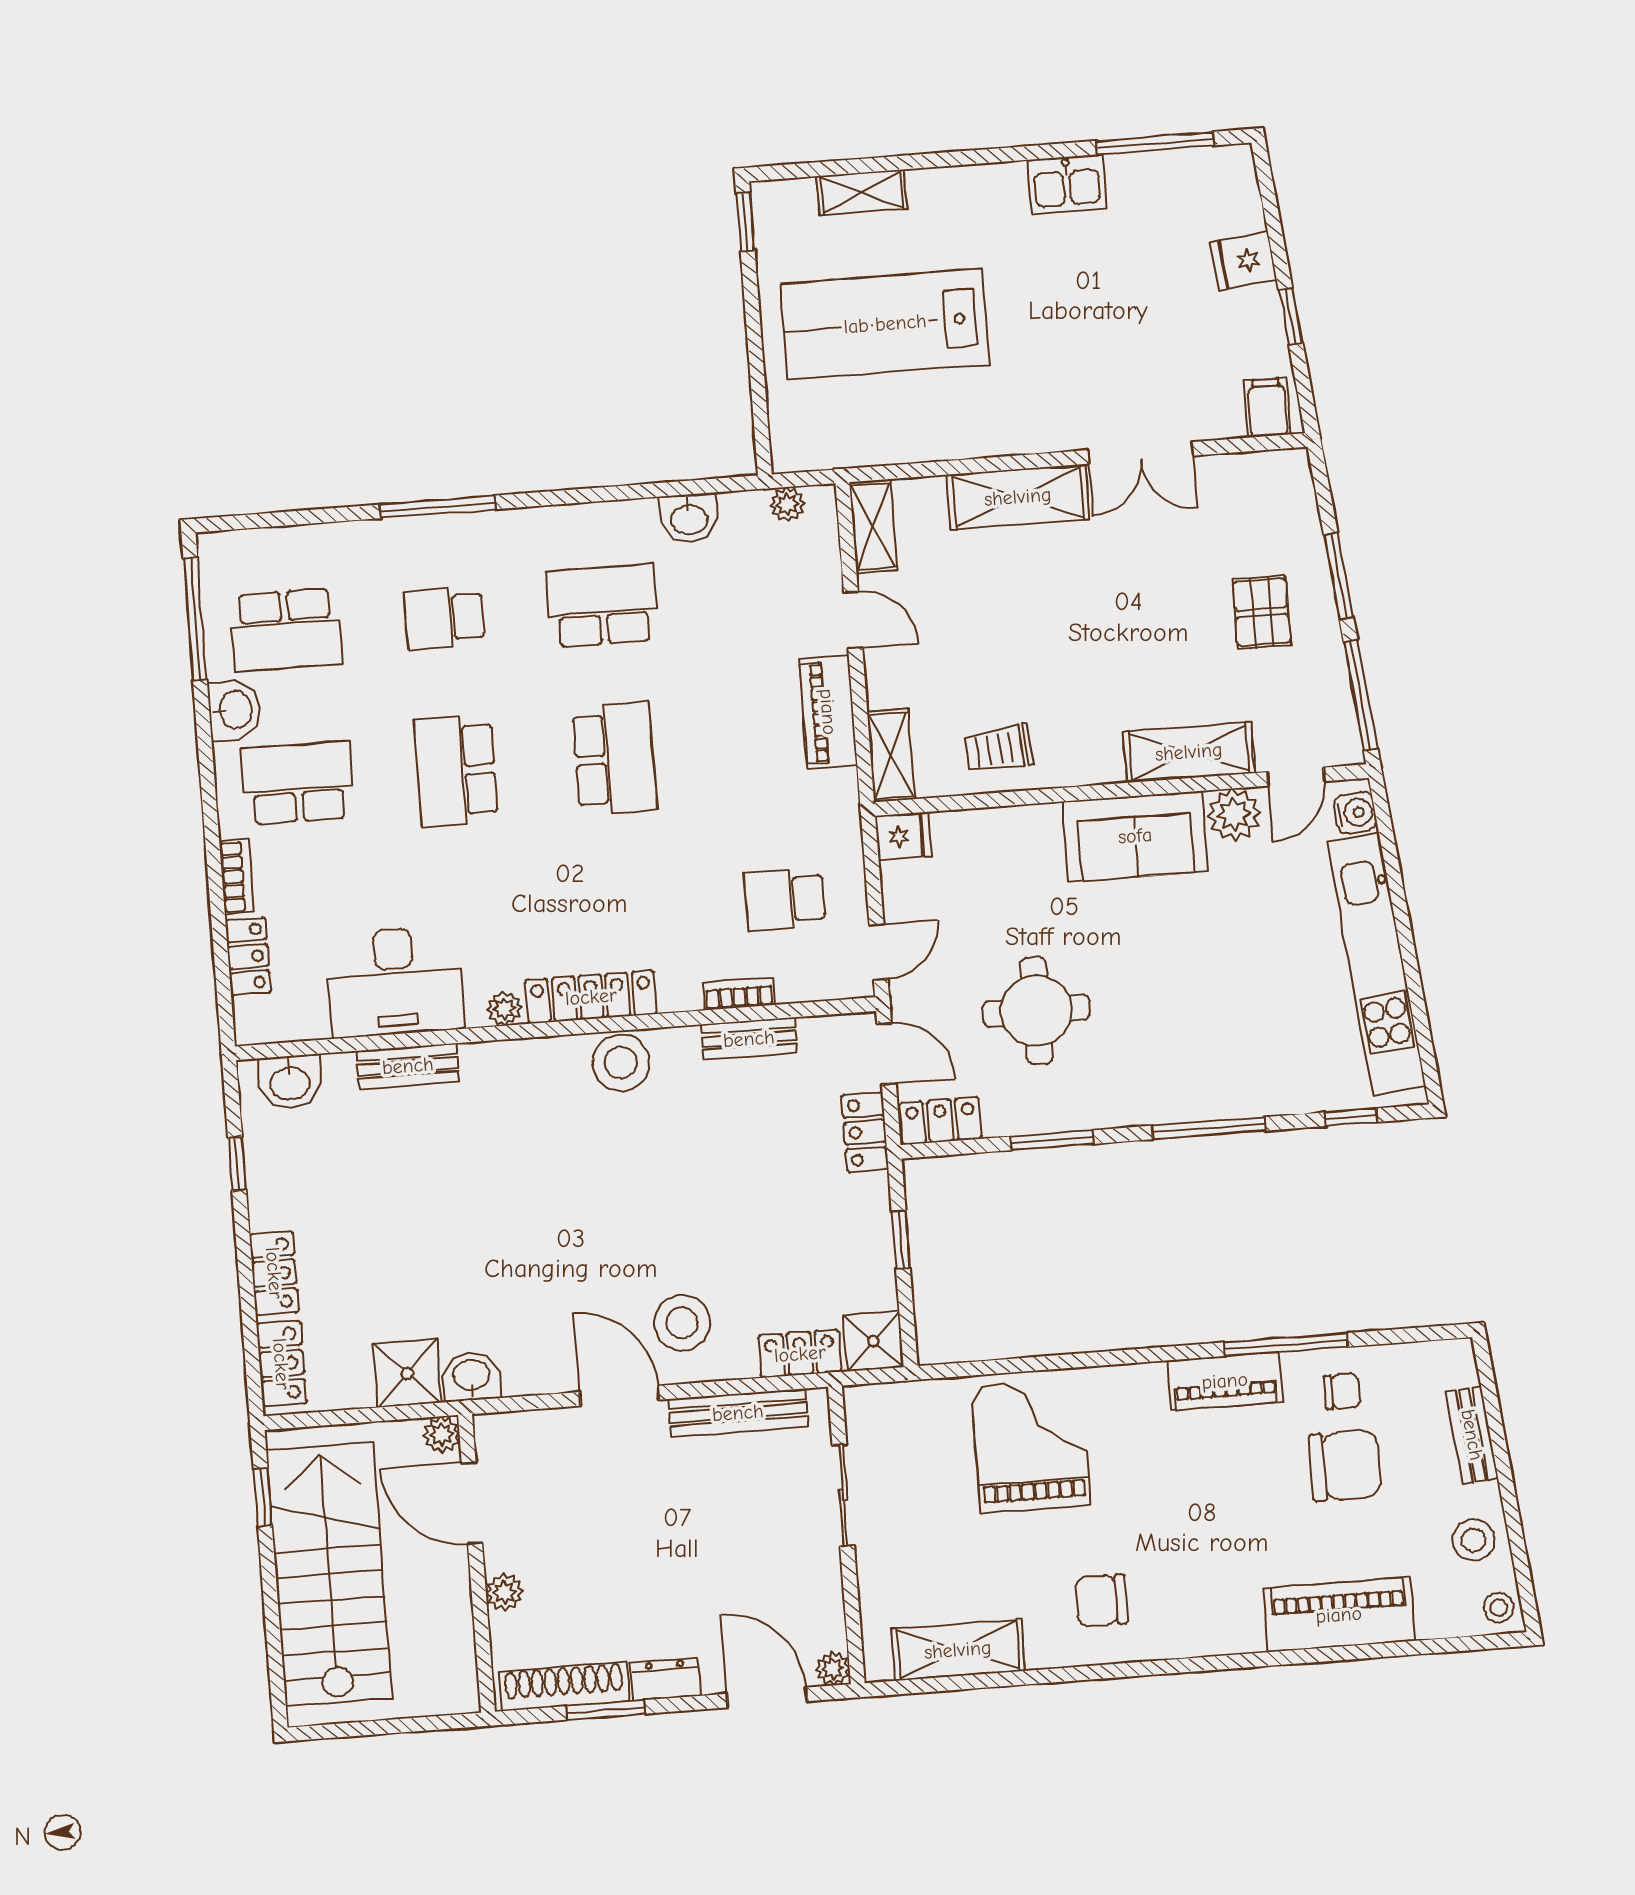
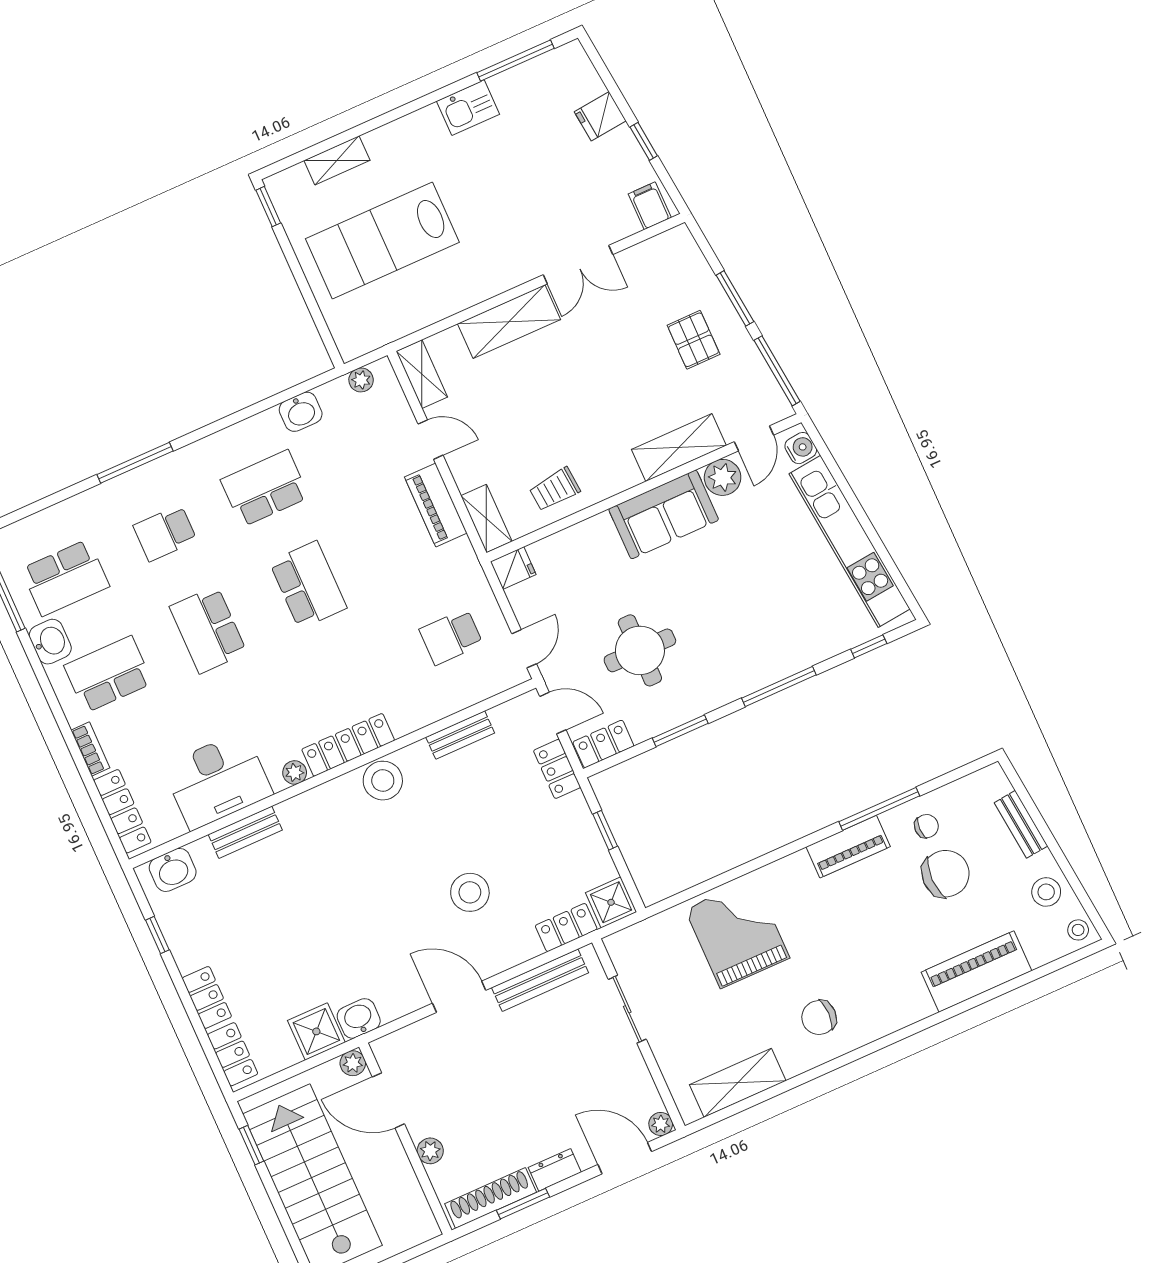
locker: (248, 956) -> (122, 811), width x1.53
bookcase: (739, 994) -> (443, 708), removed
stool: (682, 1323) -> (470, 892), moved

